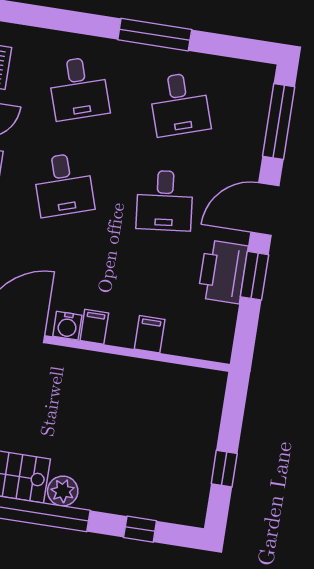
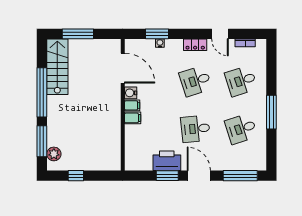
filing cabinet: (150, 334) -> (133, 118), moved
plant: (63, 491) -> (54, 154), moved
window: (140, 529) -> (42, 141), width x2.17

